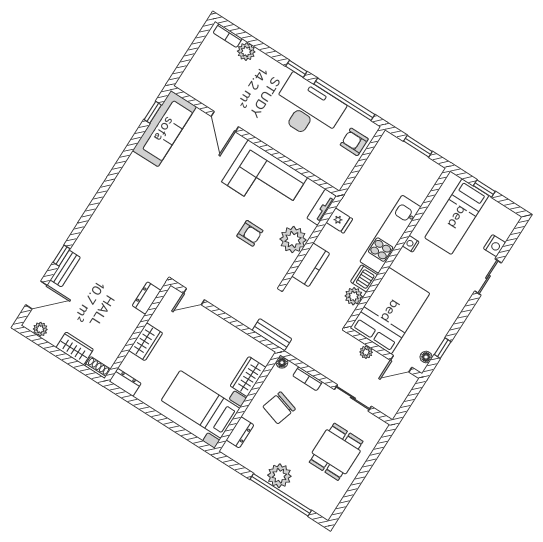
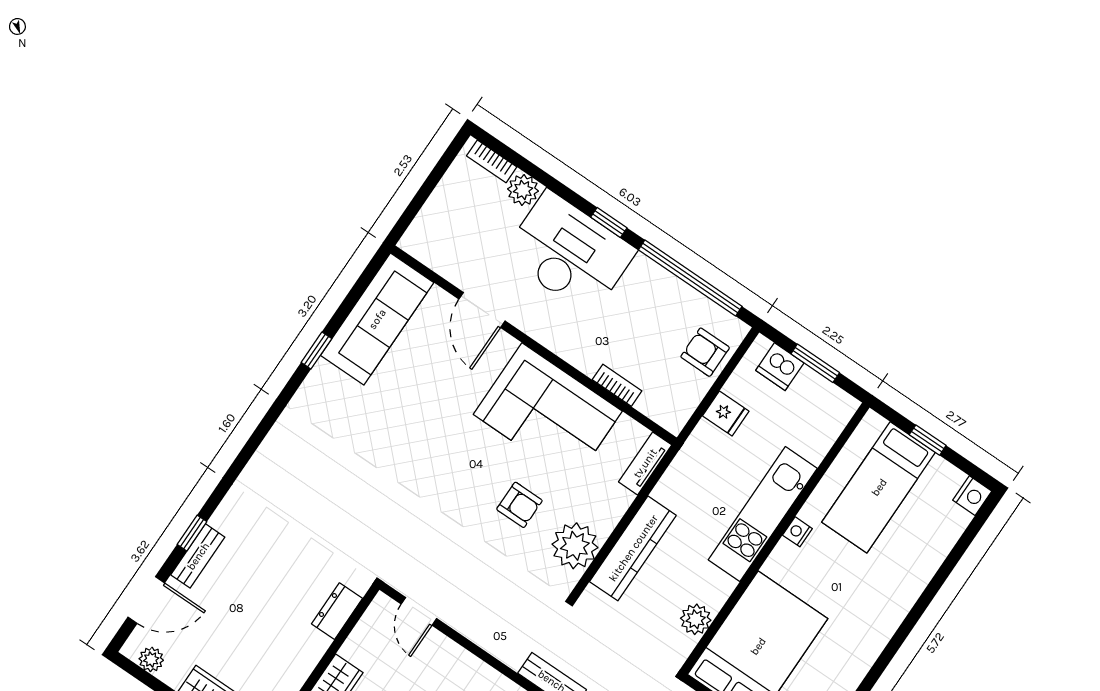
desk: (308, 108) -> (569, 253), moved
window: (153, 112) -> (316, 351), moved
bookcase: (304, 163) -> (617, 385), added
fridge: (339, 221) -> (726, 413), moved
plant: (293, 240) -> (575, 546), moved
nightstand: (494, 246) -> (972, 496), moved
kitchen counter: (311, 265) -> (633, 548), width x1.50
sliding door: (488, 277) -> (929, 593), removed
dishwasher: (364, 278) -> (780, 367), moved, turned -90
door: (194, 297) -> (419, 611), hinge flipped

